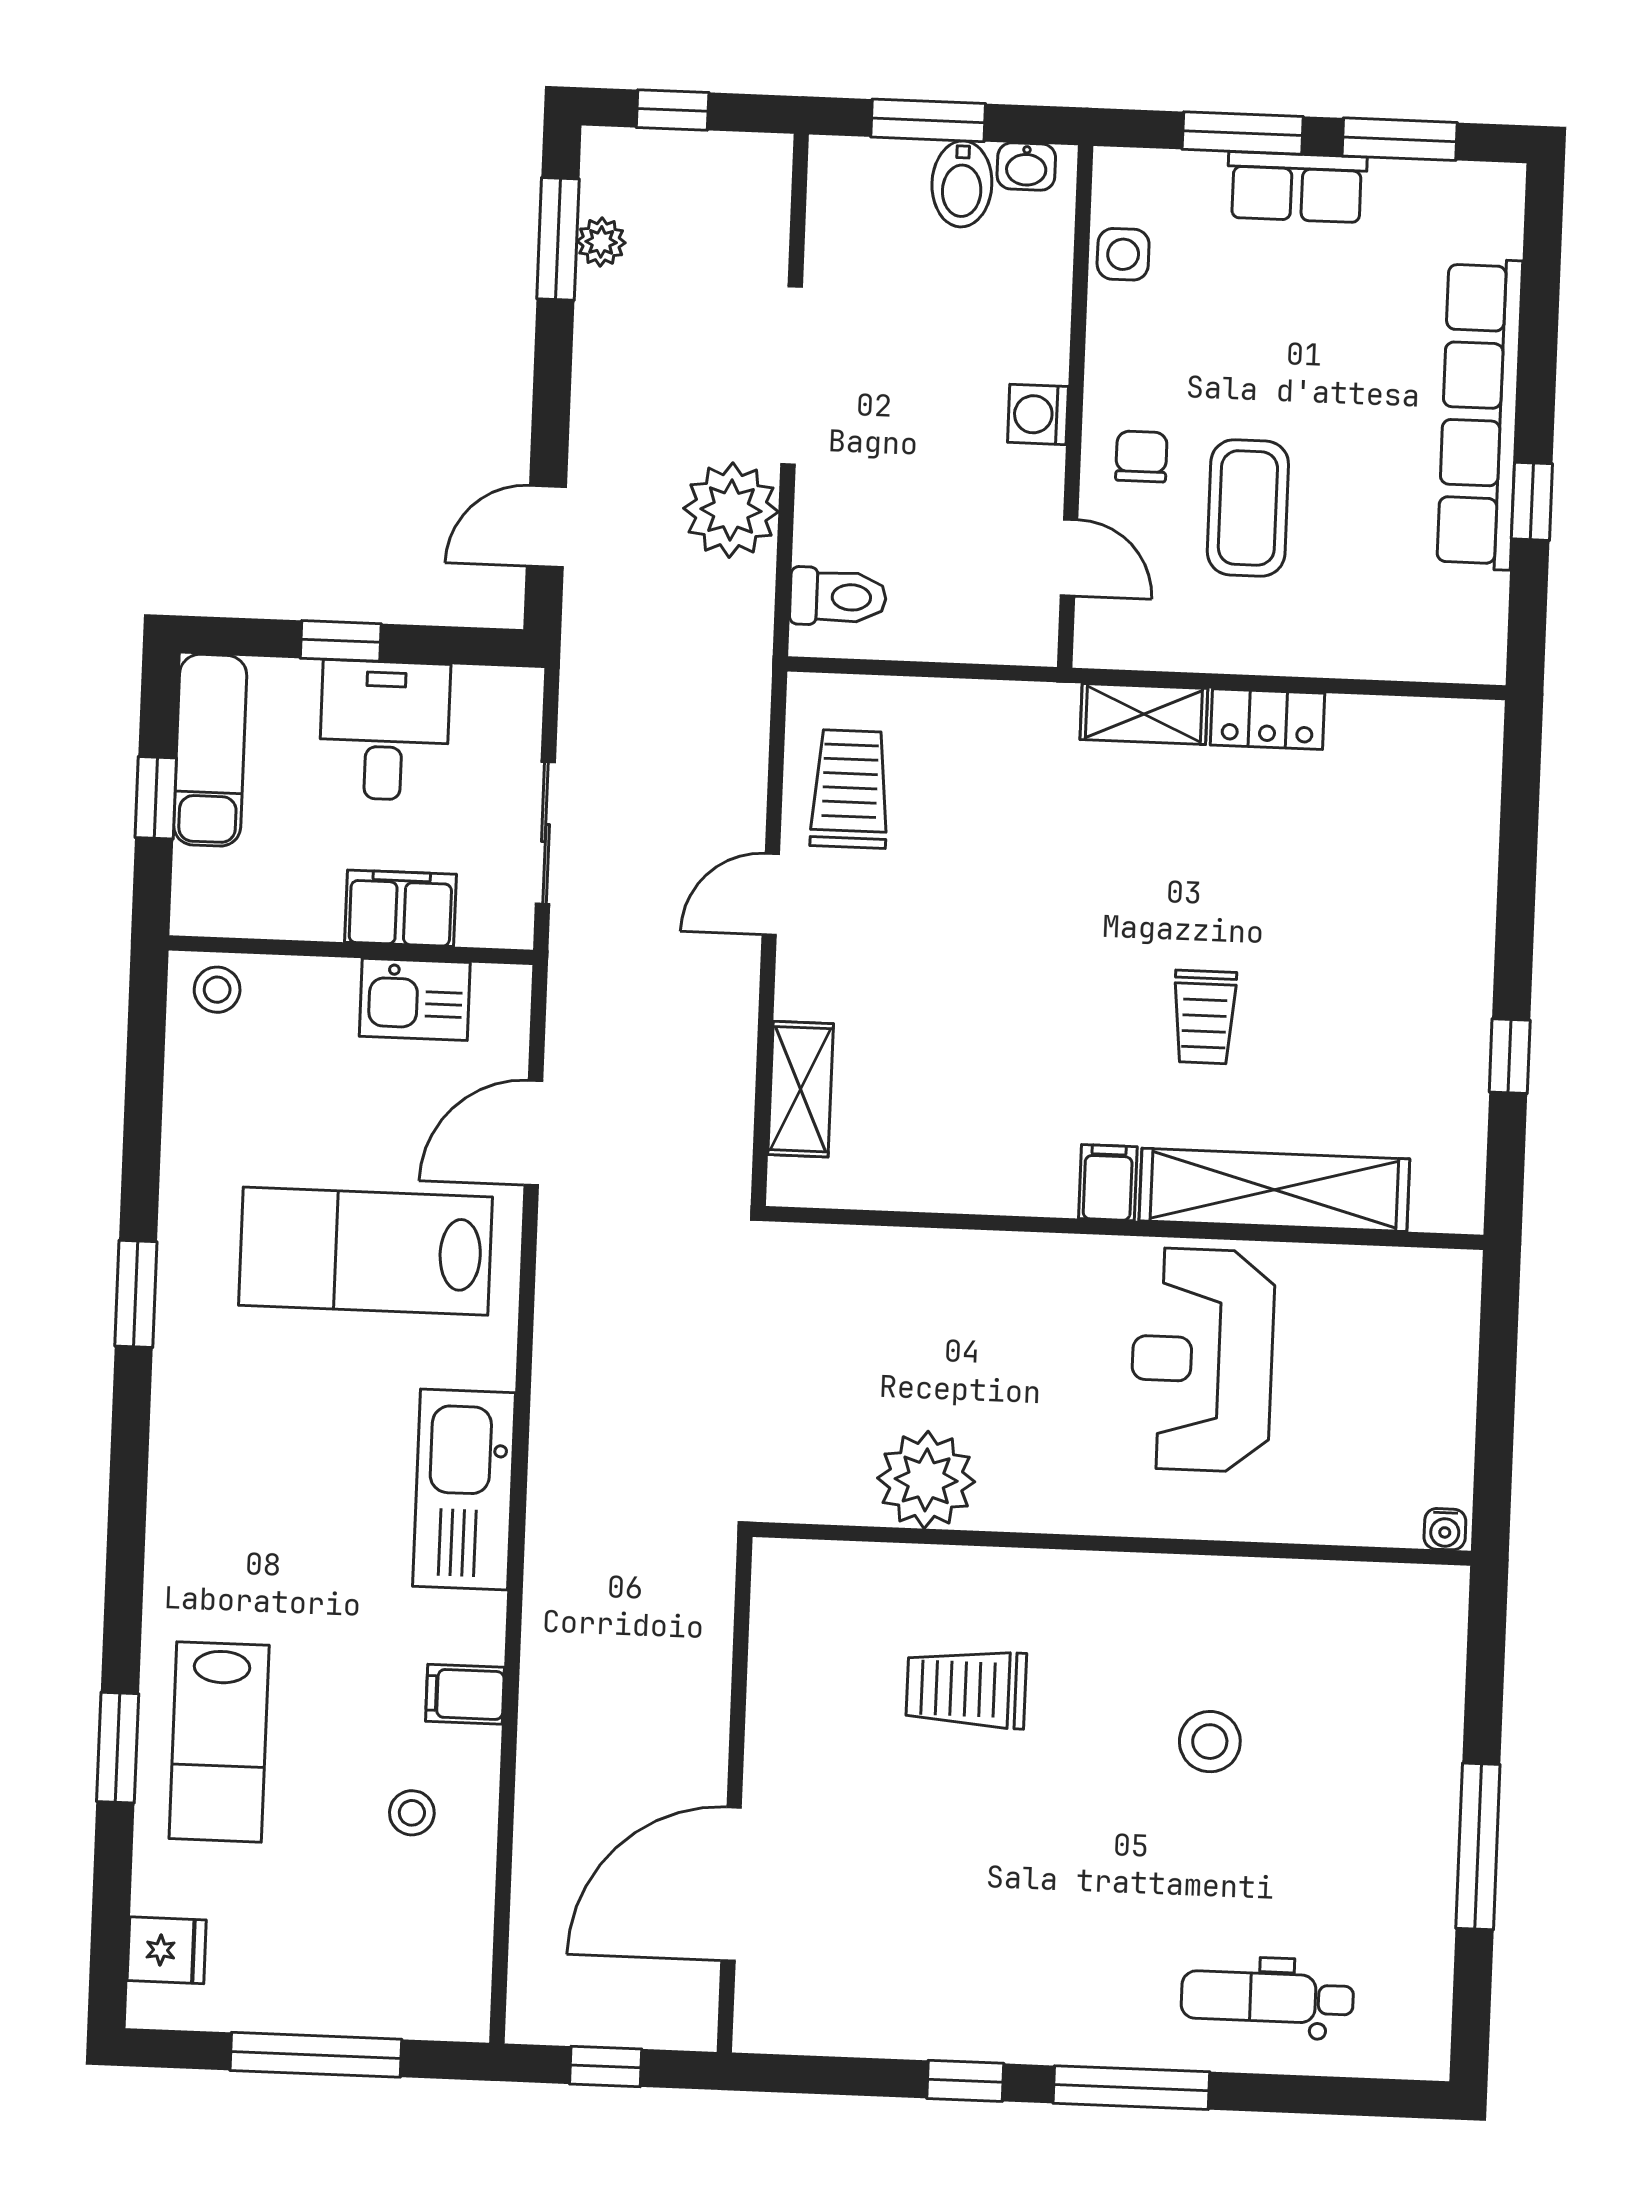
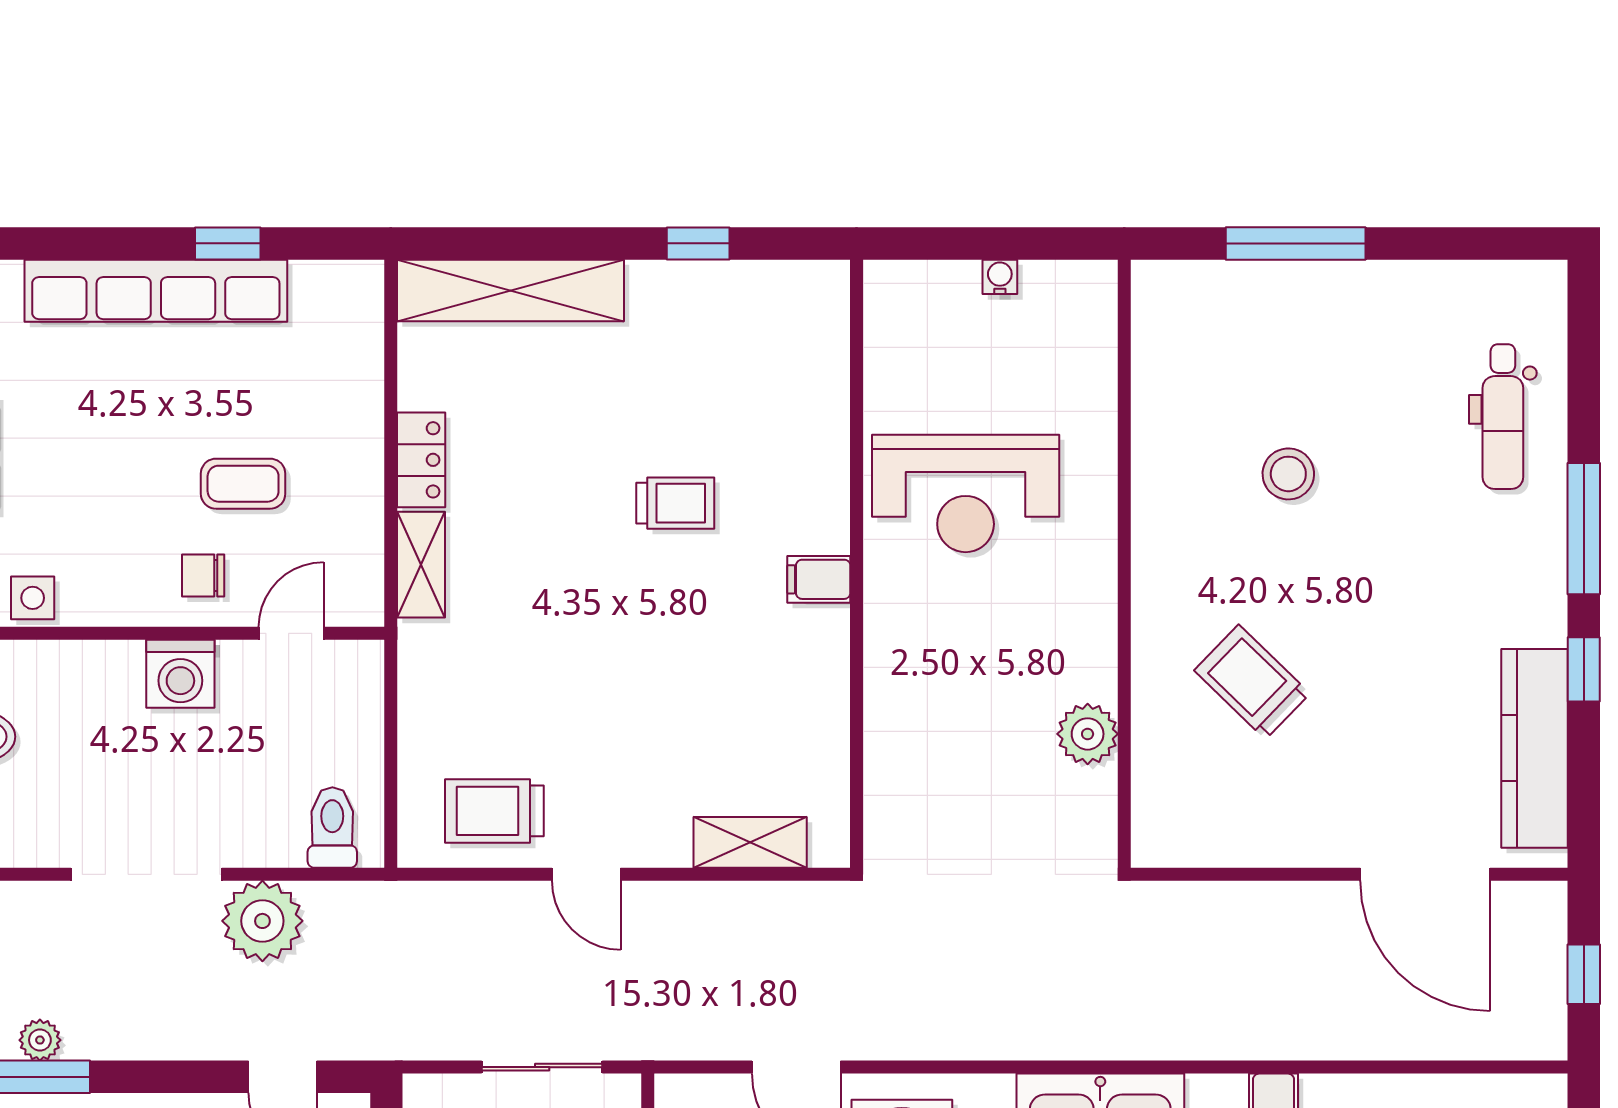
washing machine: (1038, 414) -> (180, 674), width x1.38, depth x1.38
coffee table: (1248, 508) -> (243, 484), width x0.73, depth x0.77
shelving: (1274, 1190) -> (510, 290), moved, turned 90
plant: (926, 1480) -> (1088, 734), width x0.73, depth x0.73
water cooler: (1445, 1529) -> (1000, 277), moved, turned -90
trolley: (966, 1689) -> (1252, 682), turned 134
window: (1478, 1846) -> (1296, 243), moved
kitchen counter: (874, 2019) -> (1535, 748), added

